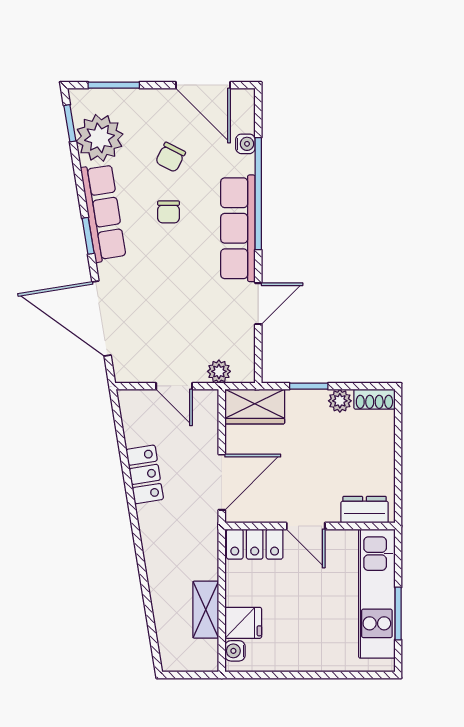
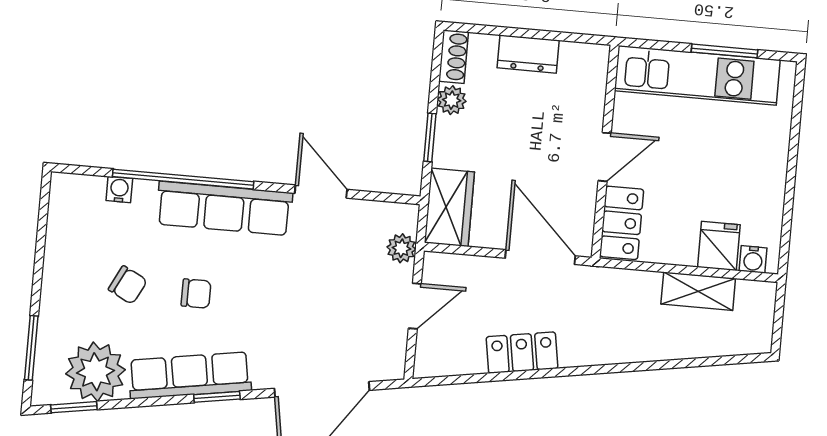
door: (203, 85) -> (41, 236), removed
dresser: (365, 510) -> (528, 54), moved, turned -90

